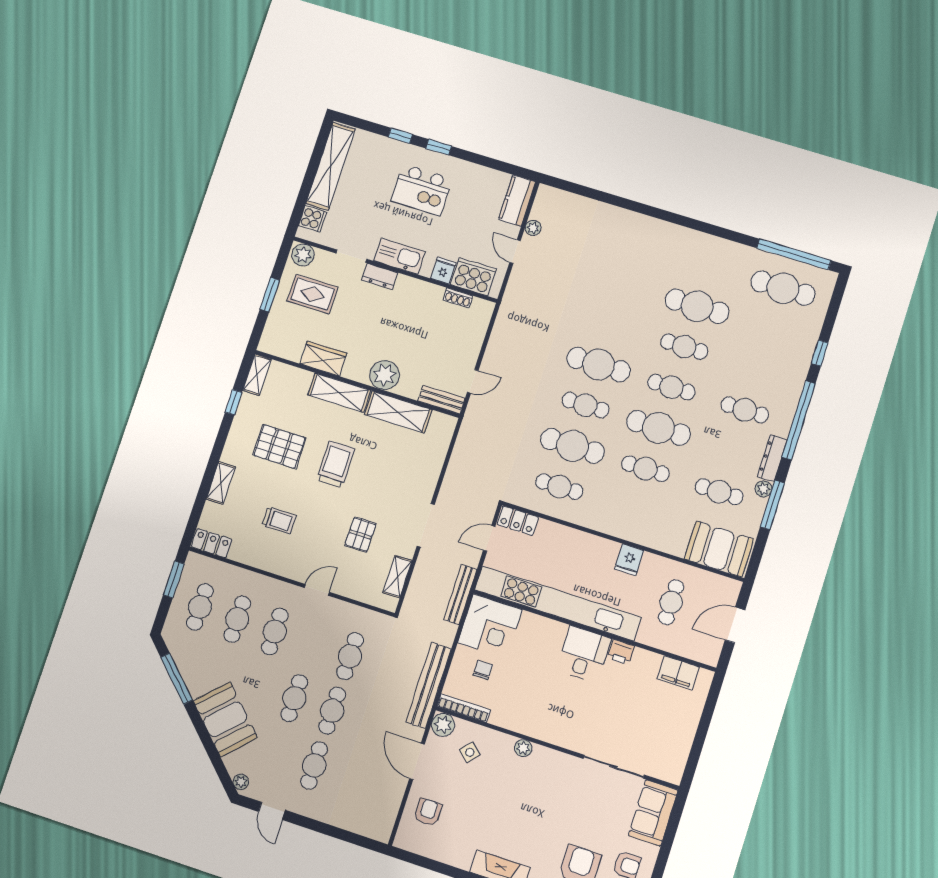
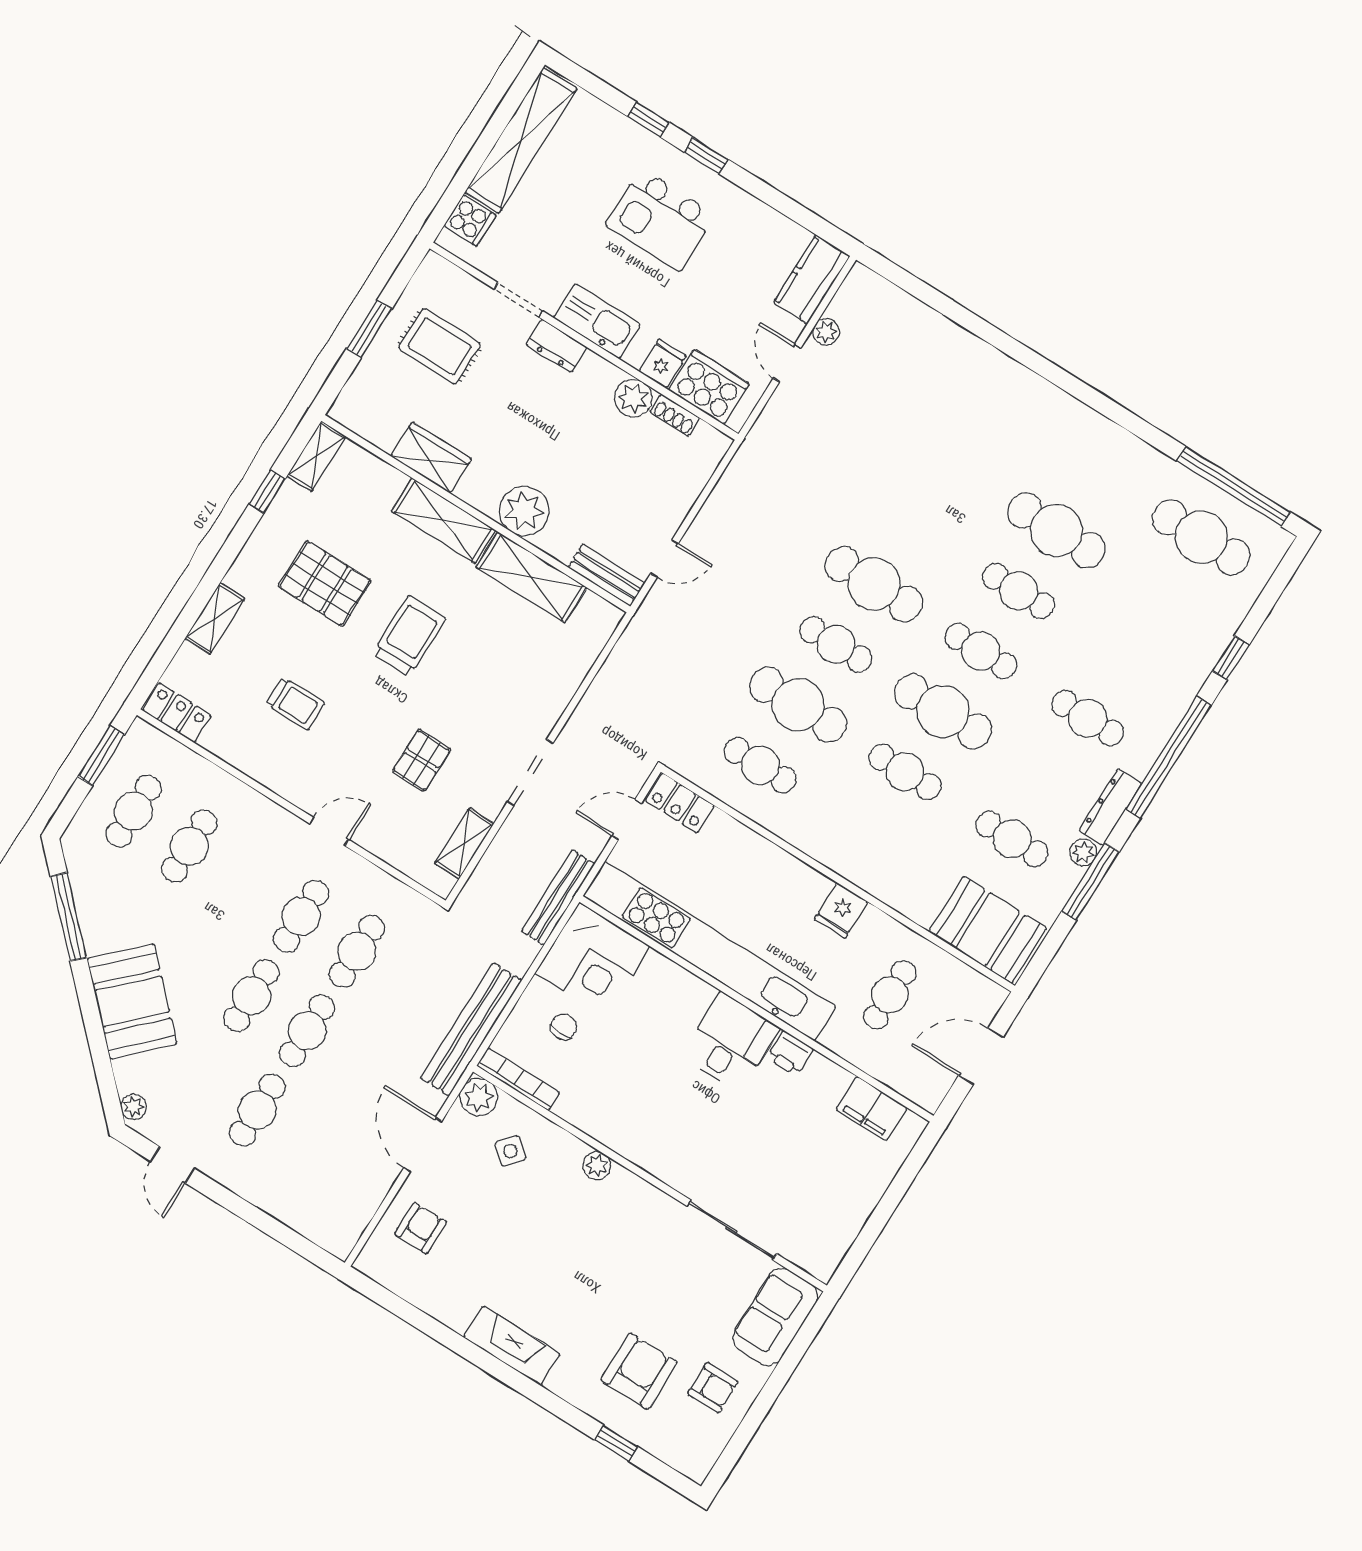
plant: (303, 255) -> (633, 398), moved
cafe table: (275, 631) -> (301, 916), moved

